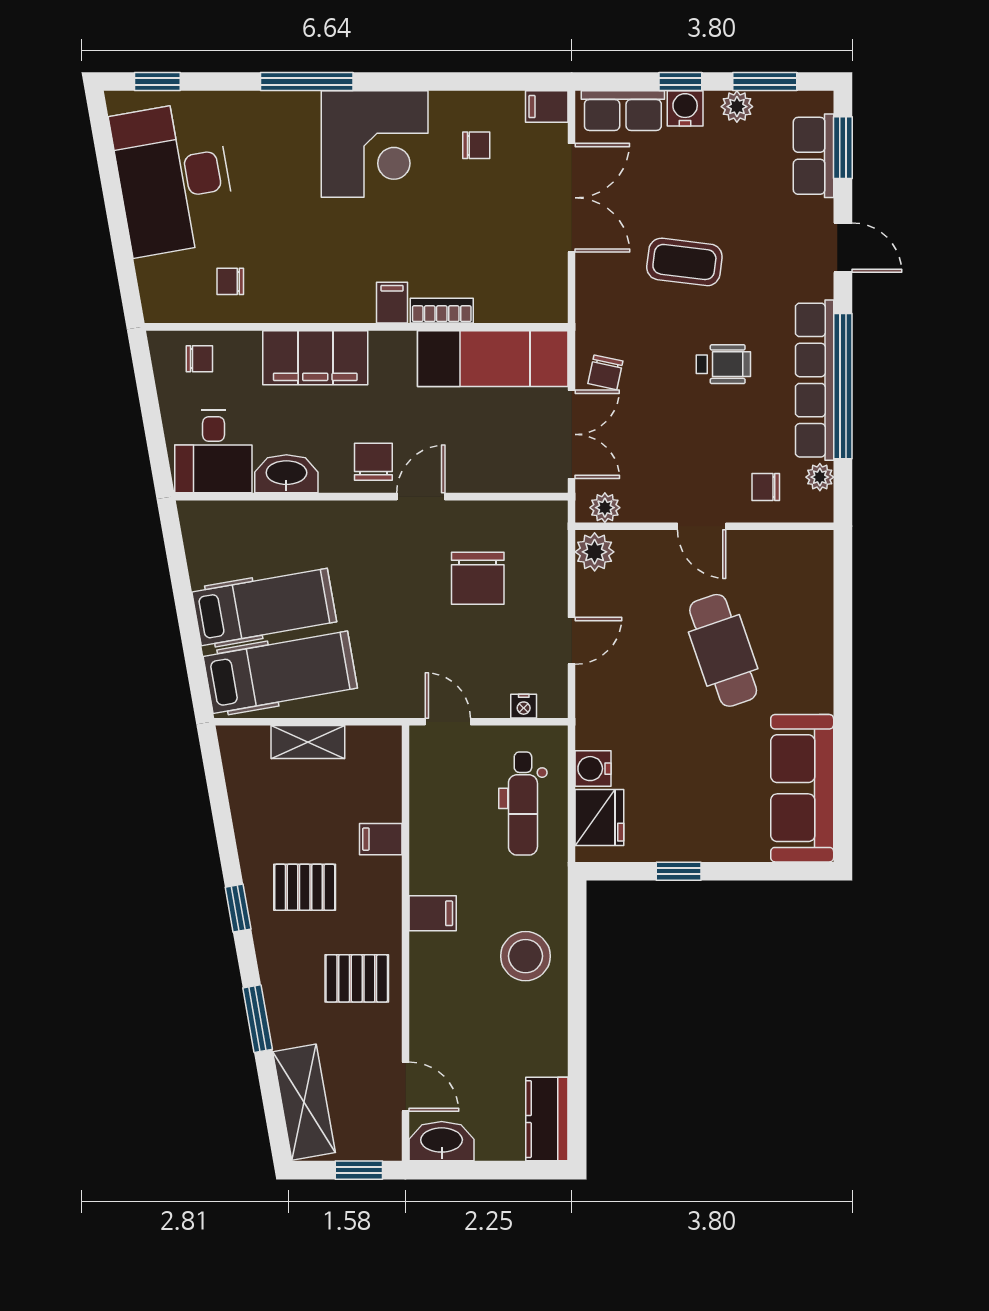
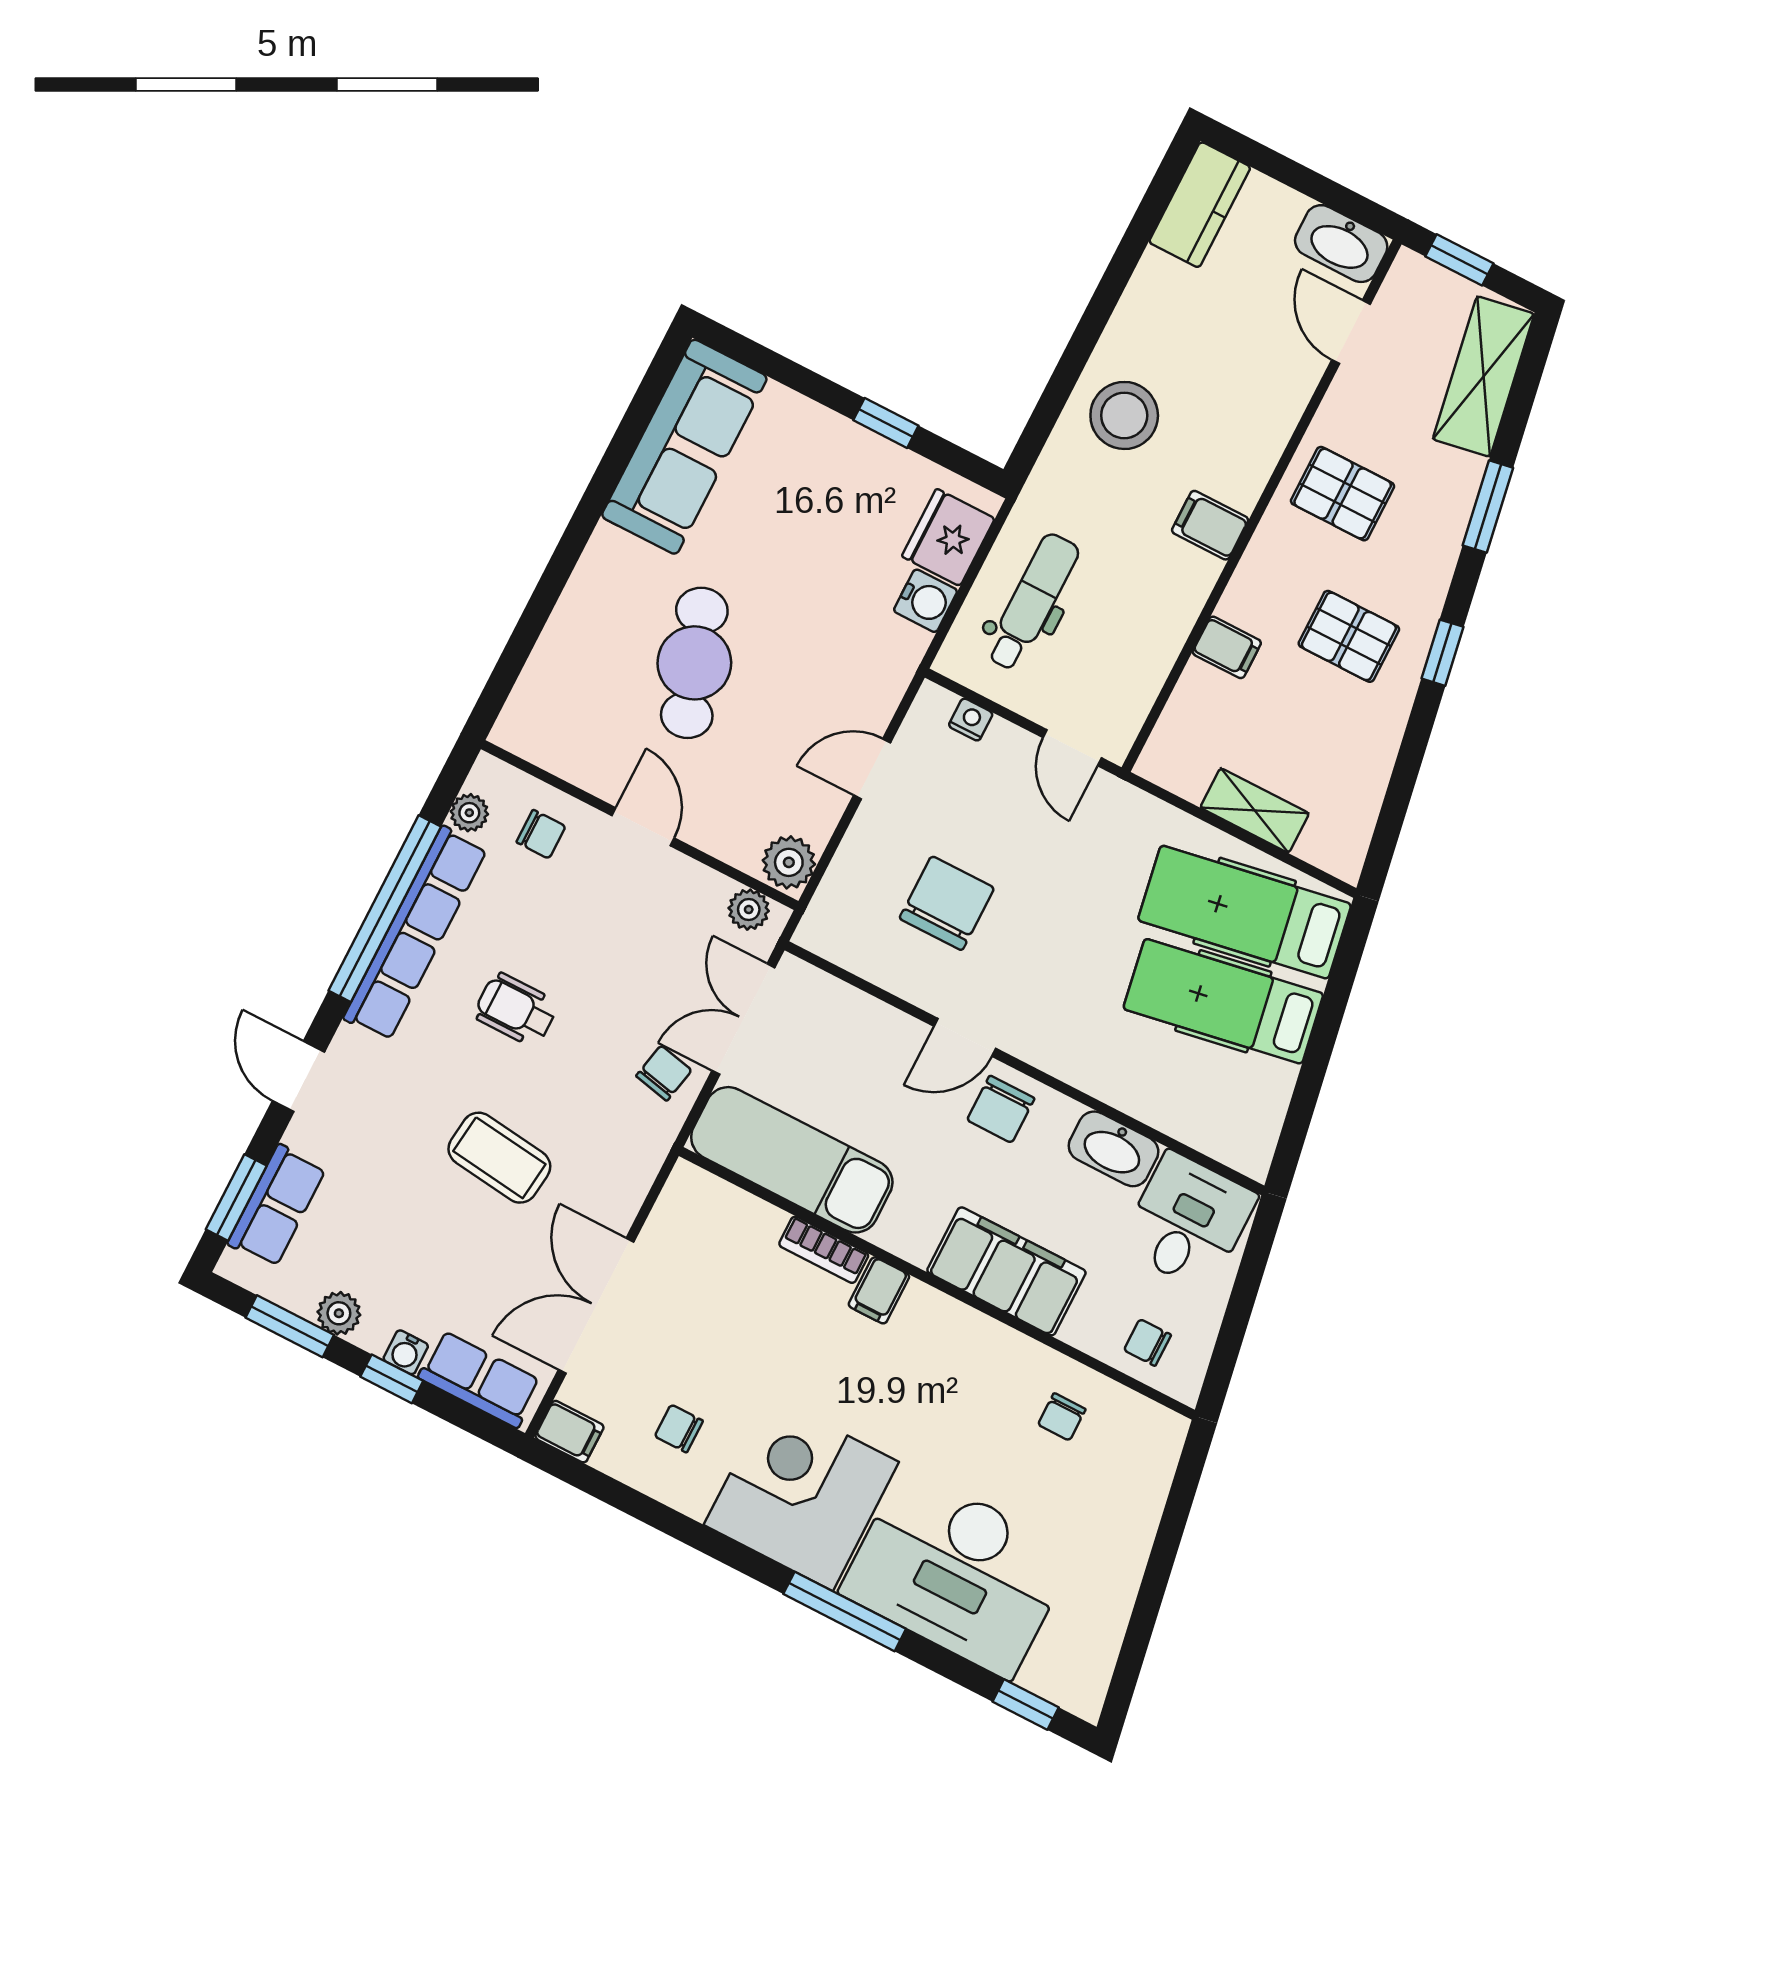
water cooler: (685, 108) -> (406, 1352), width x0.72, depth x0.72
desk: (174, 178) -> (957, 1573), moved, turned 100
chair: (230, 281) -> (1062, 1417), turned 90

